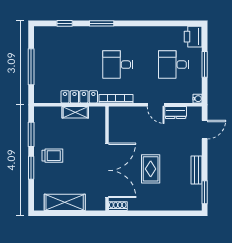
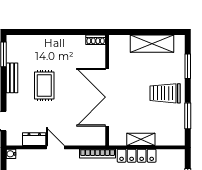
trolley: (52, 156) -> (165, 93), width x1.36, depth x1.39
window: (31, 168) -> (188, 66), moved
rug: (151, 169) -> (44, 86), moved
double door: (107, 170) -> (107, 97), moved

